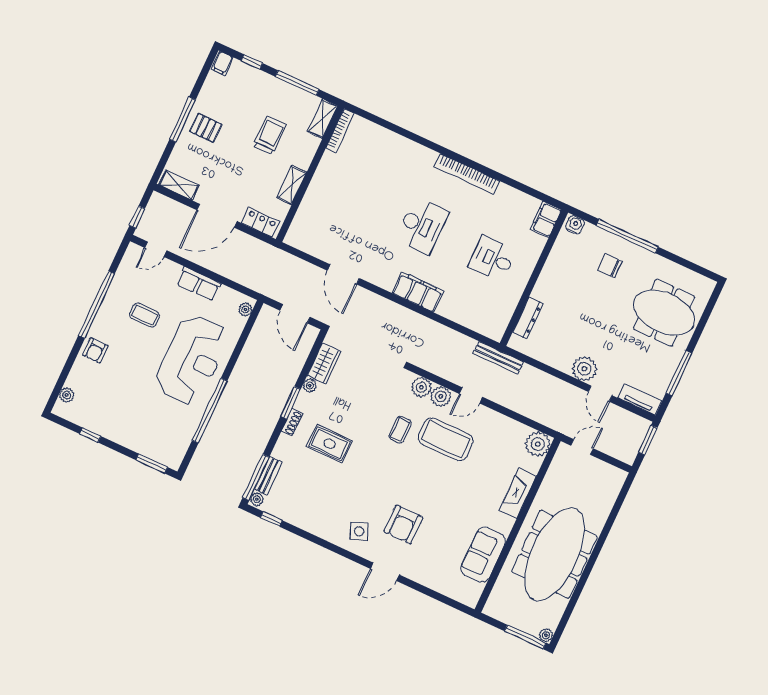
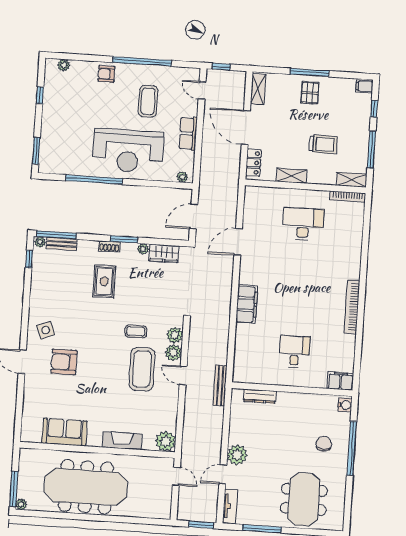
desk: (422, 226) -> (303, 224), moved, turned 180
coffee table: (145, 315) -> (148, 101), width x1.36, depth x1.30

